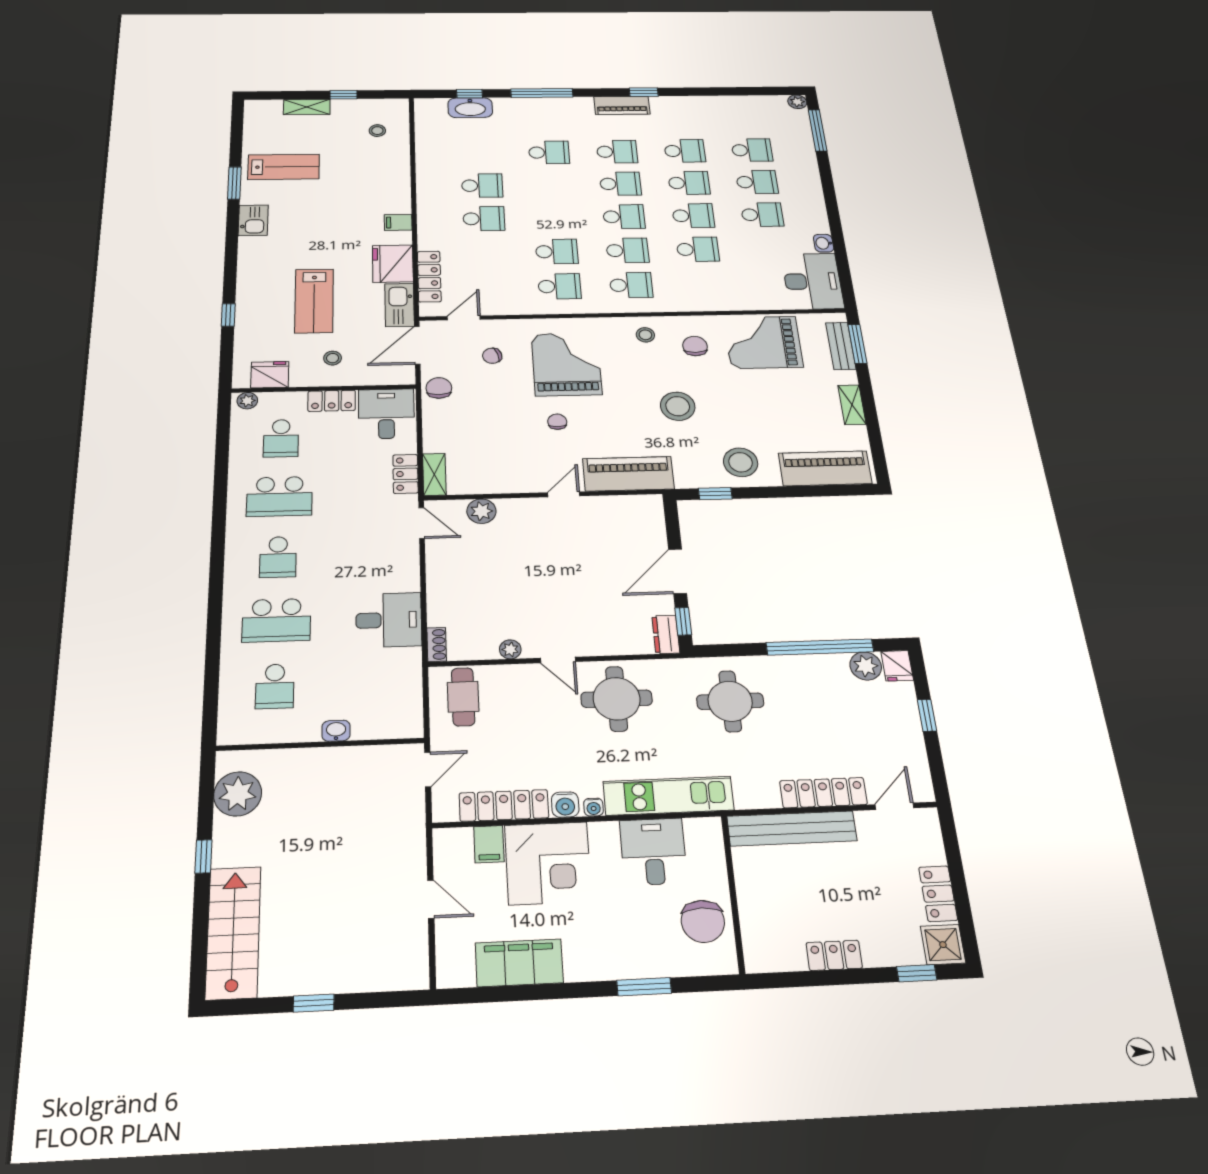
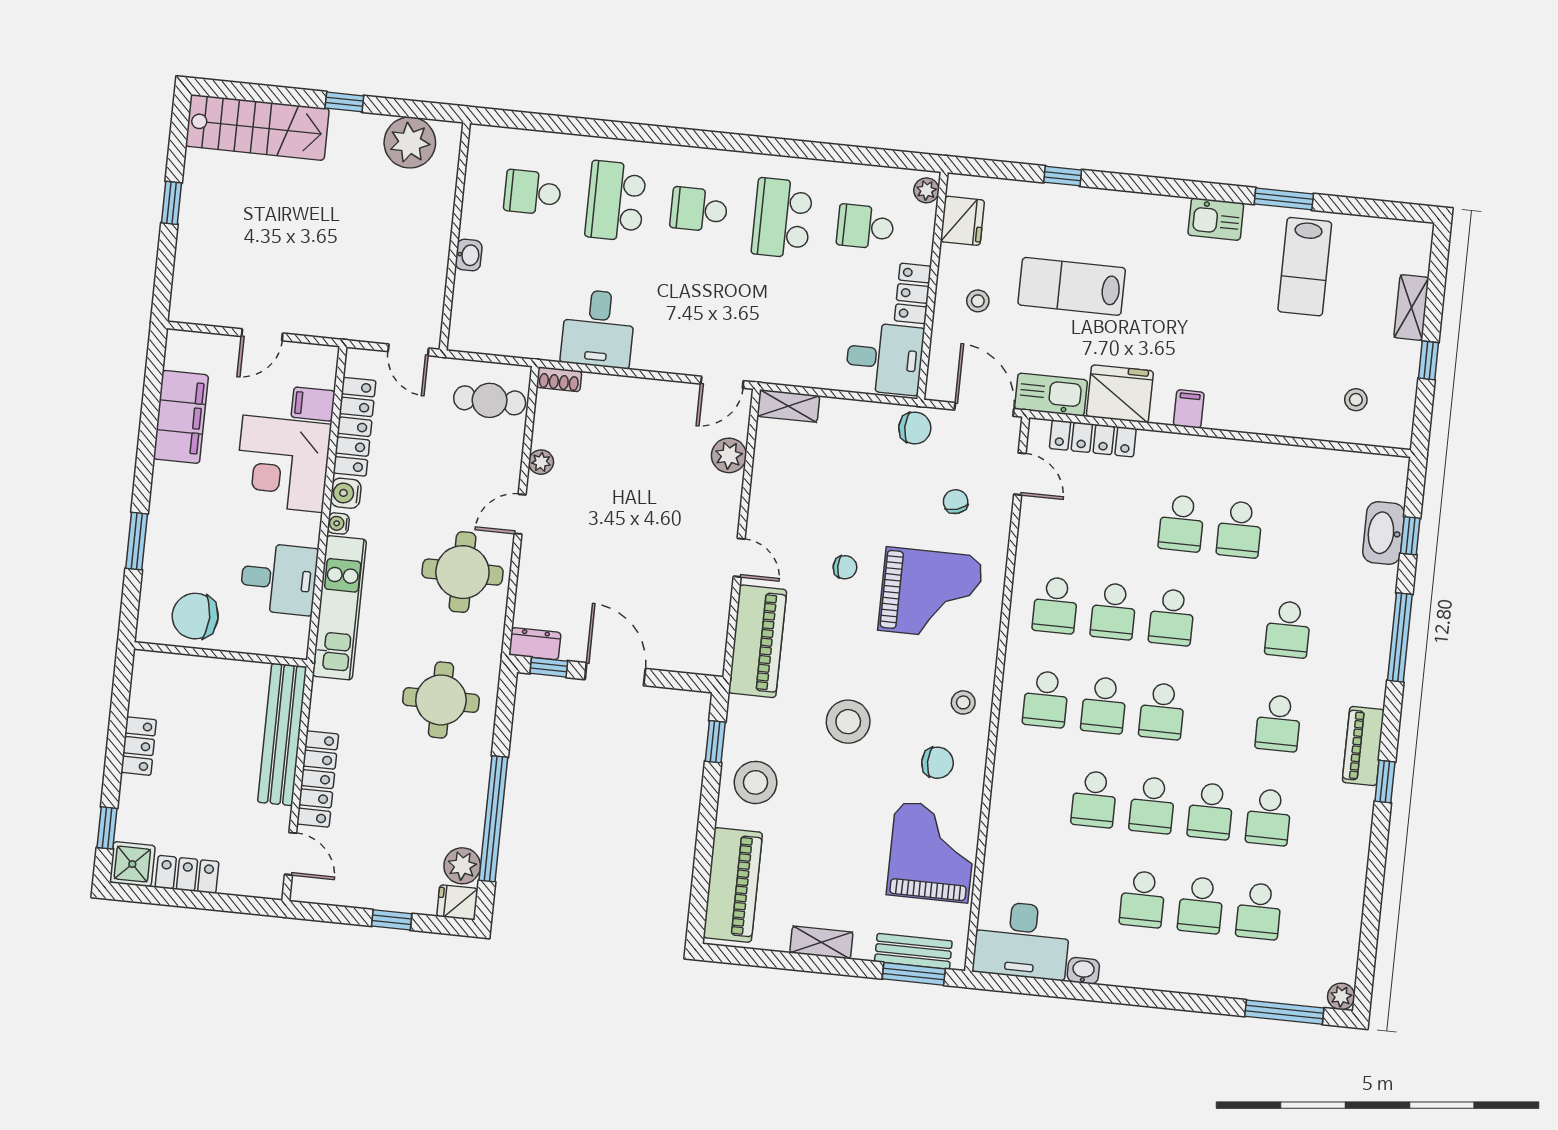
school desk: (620, 184) -> (1172, 617), moved
locker: (406, 474) -> (794, 372), removed

